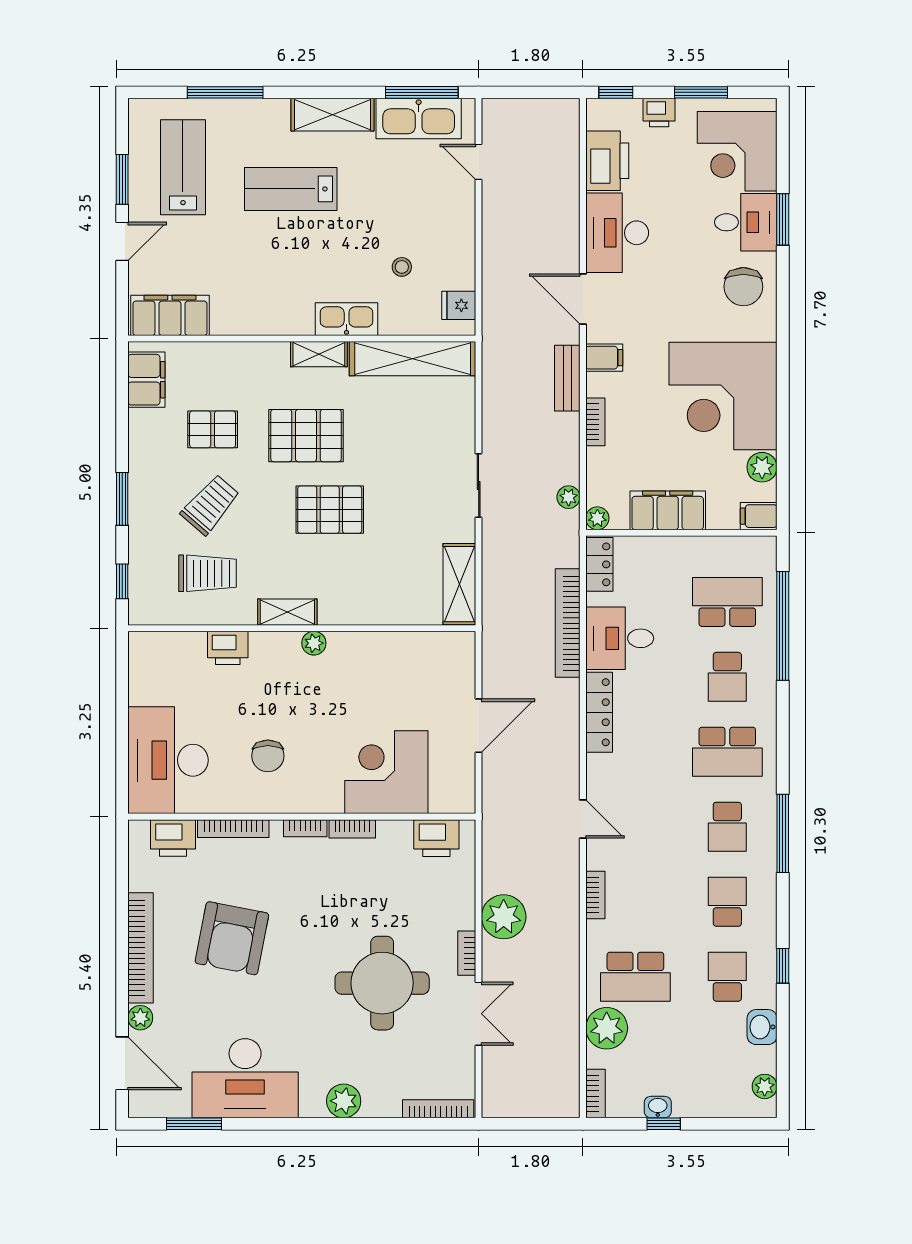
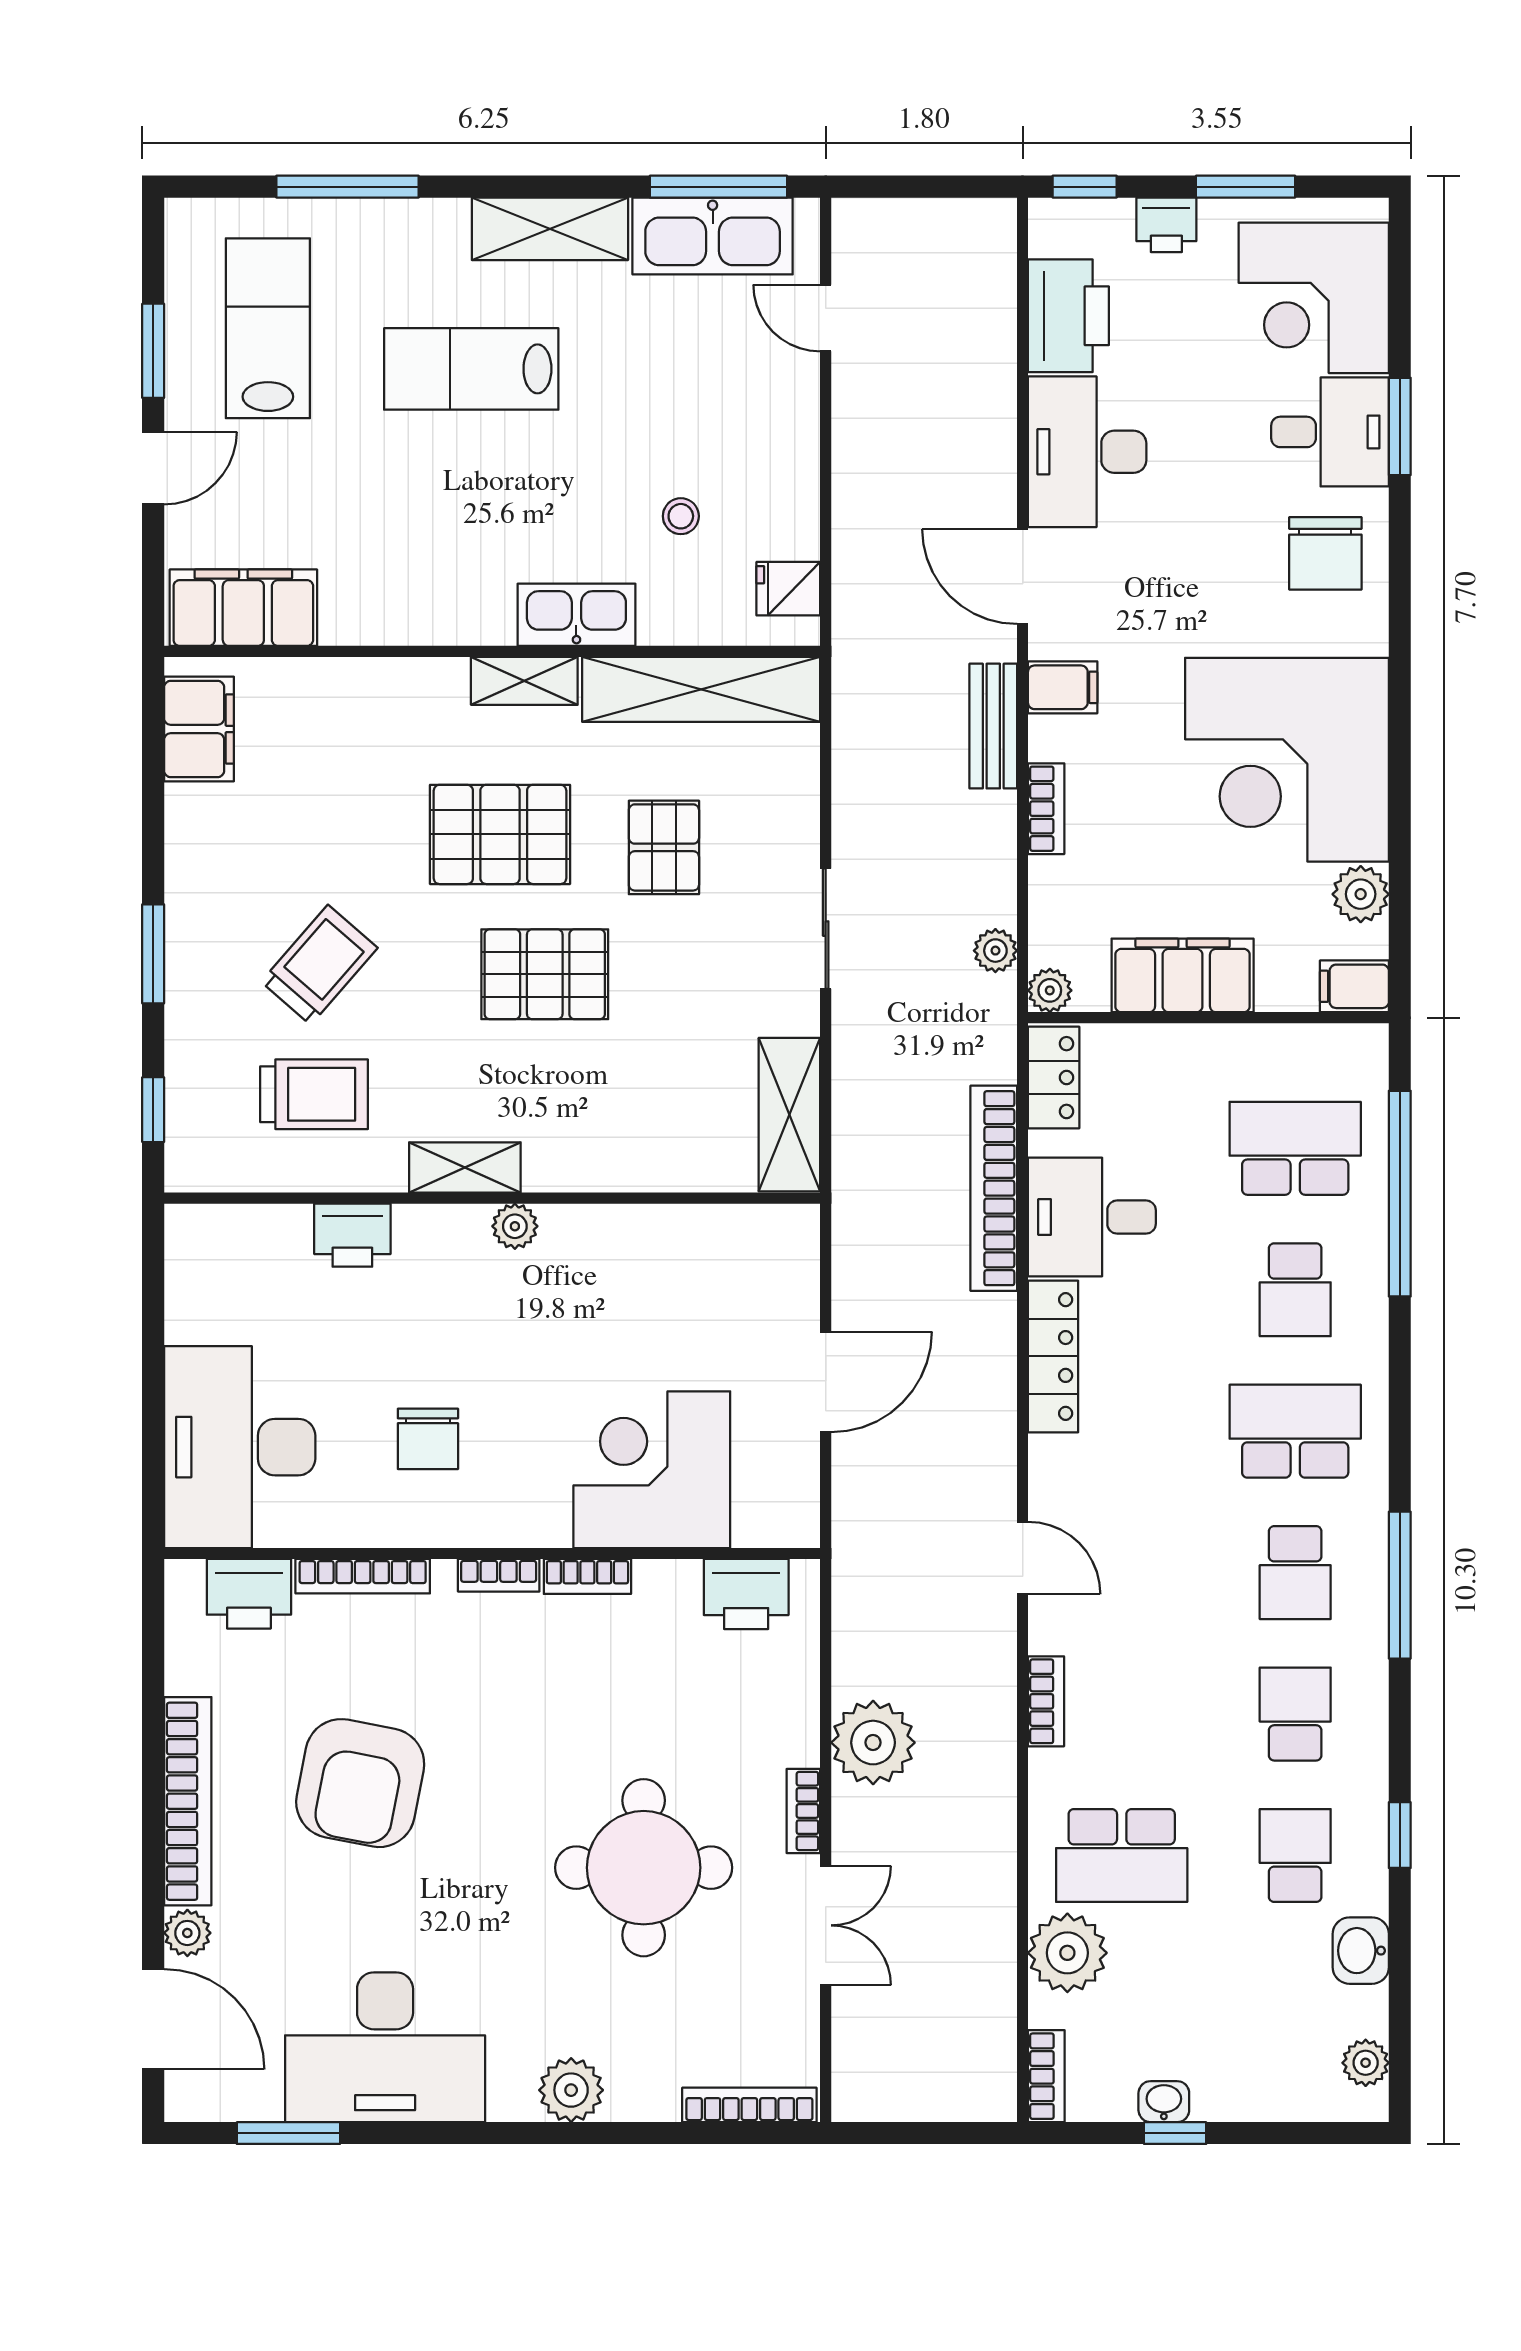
pallet: (213, 429) -> (664, 847), moved, turned 90
school desk: (727, 752) -> (1295, 1431), turned 180

